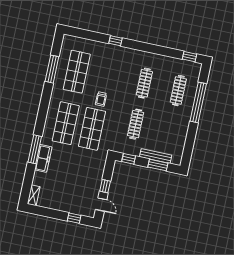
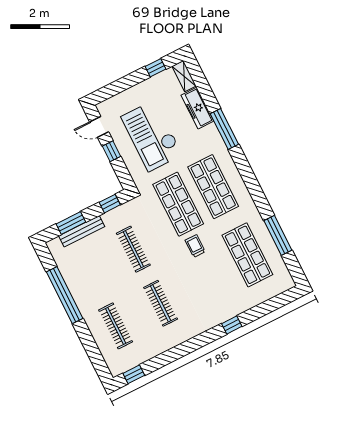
window: (198, 102) -> (65, 295), moved
freezer: (43, 158) -> (197, 108), moved
checkout: (77, 177) -> (152, 136), added
window: (74, 218) -> (156, 68), moved

